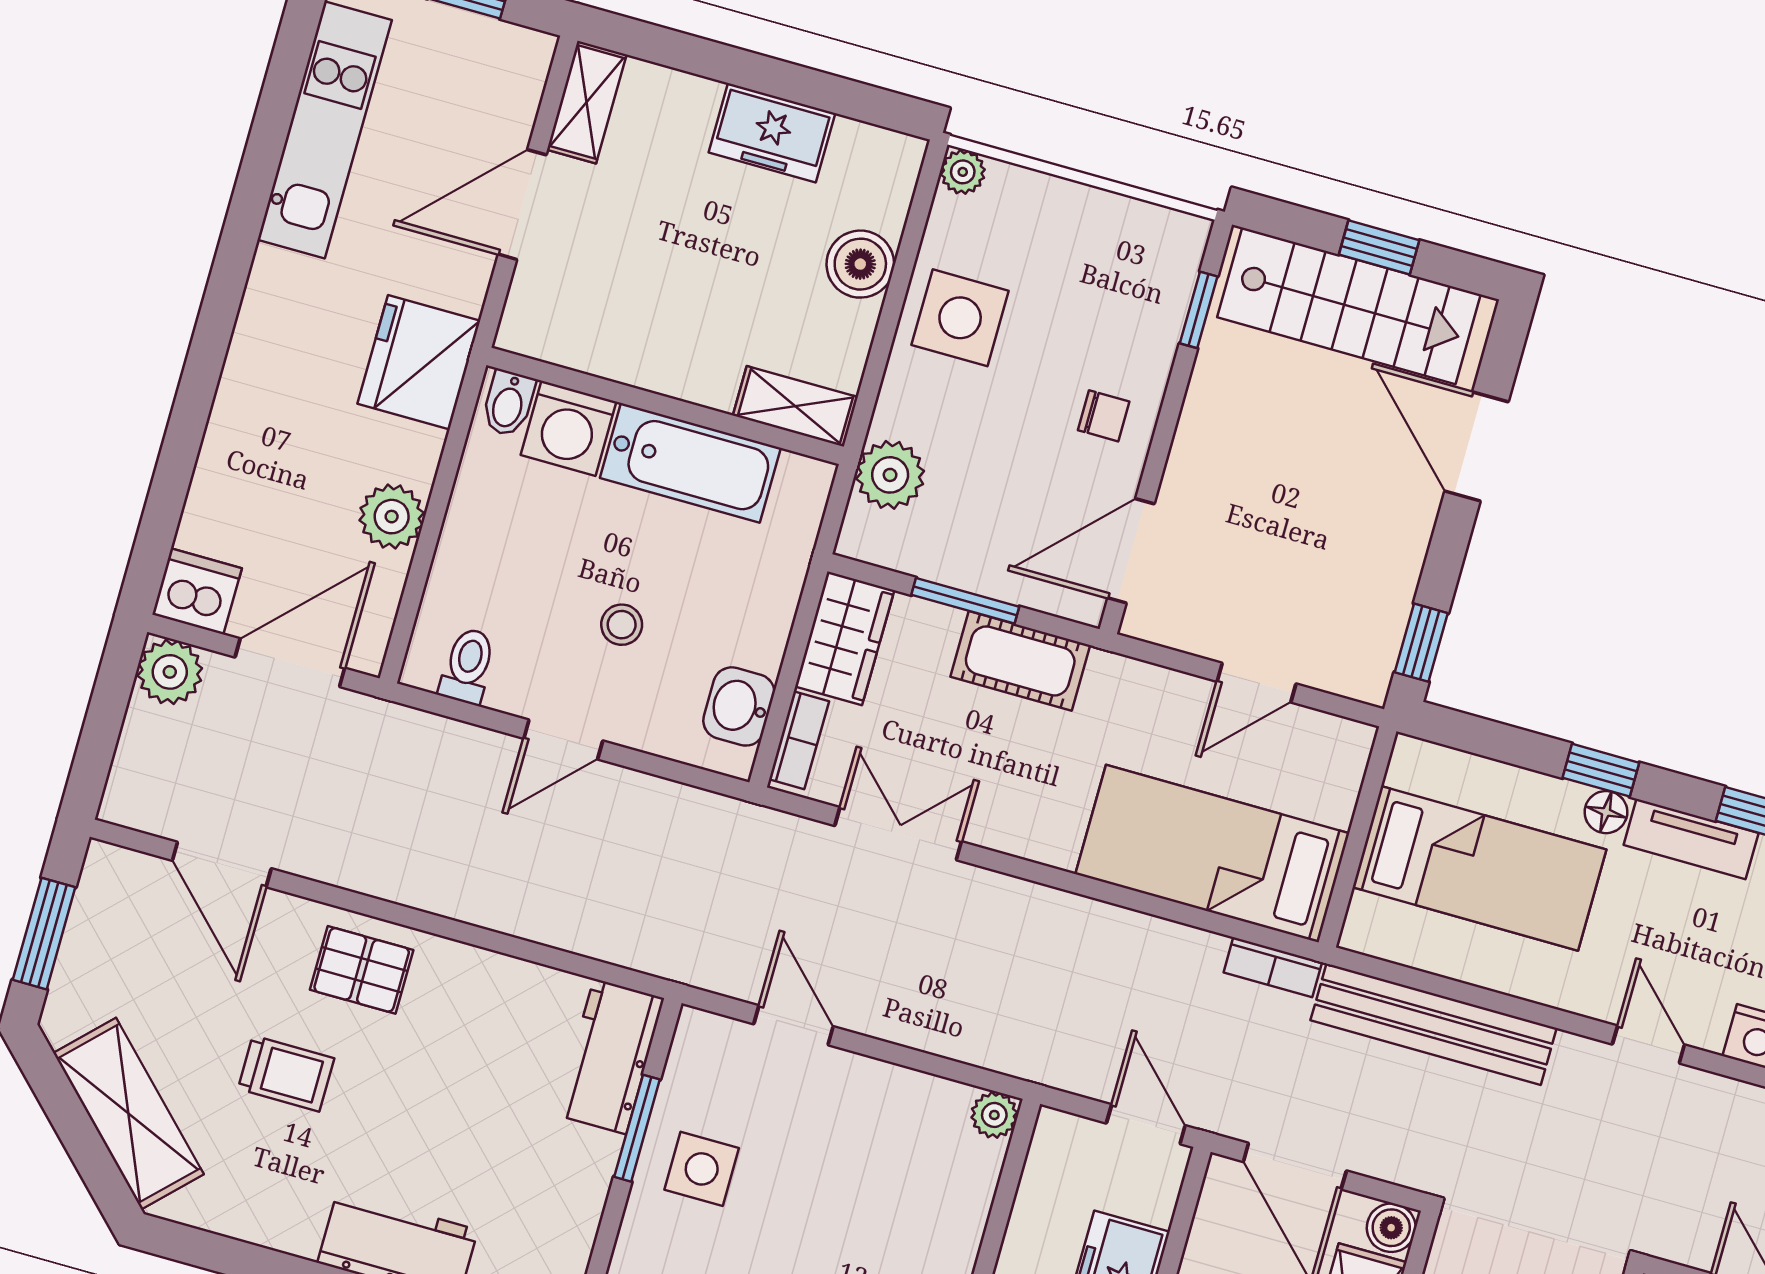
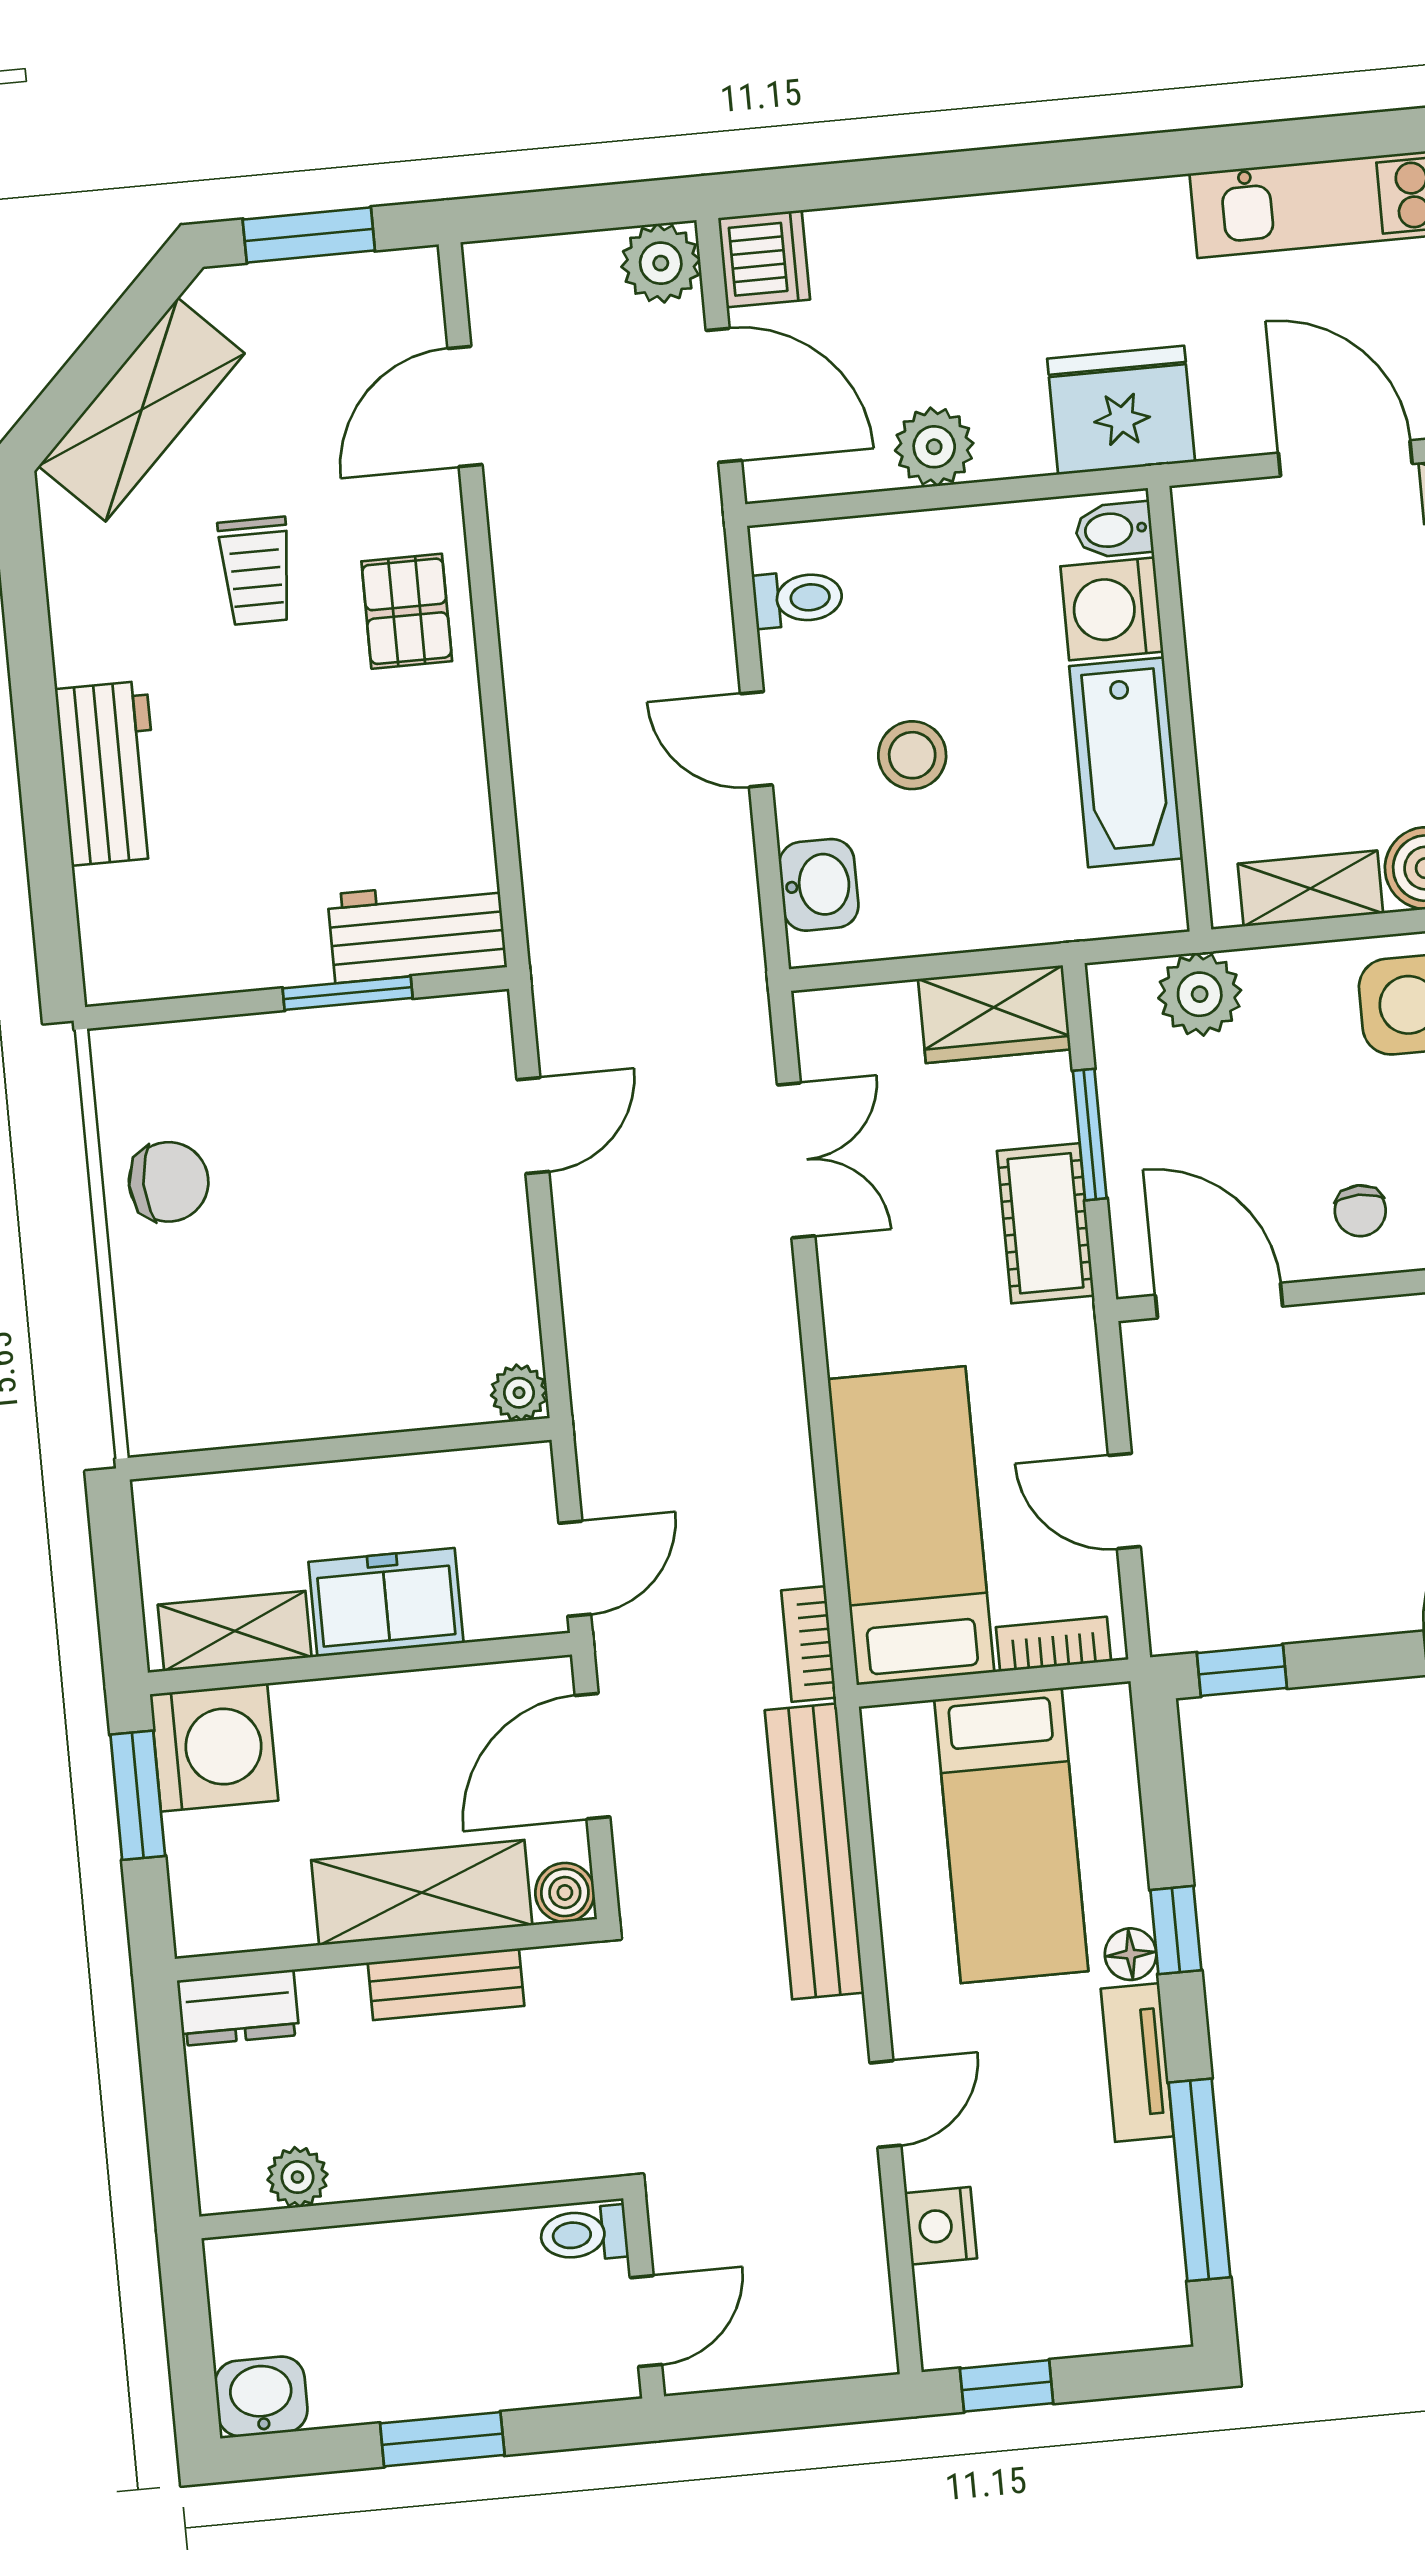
shelving: (795, 406) -> (1310, 888), moved, turned 90
stool: (622, 625) -> (912, 755), width x1.37, depth x1.37
washbasin: (739, 706) -> (819, 885), moved, turned 90
bookcase: (799, 740) -> (1053, 1644), moved, turned 180
side table: (702, 1169) -> (330, 1084), removed

